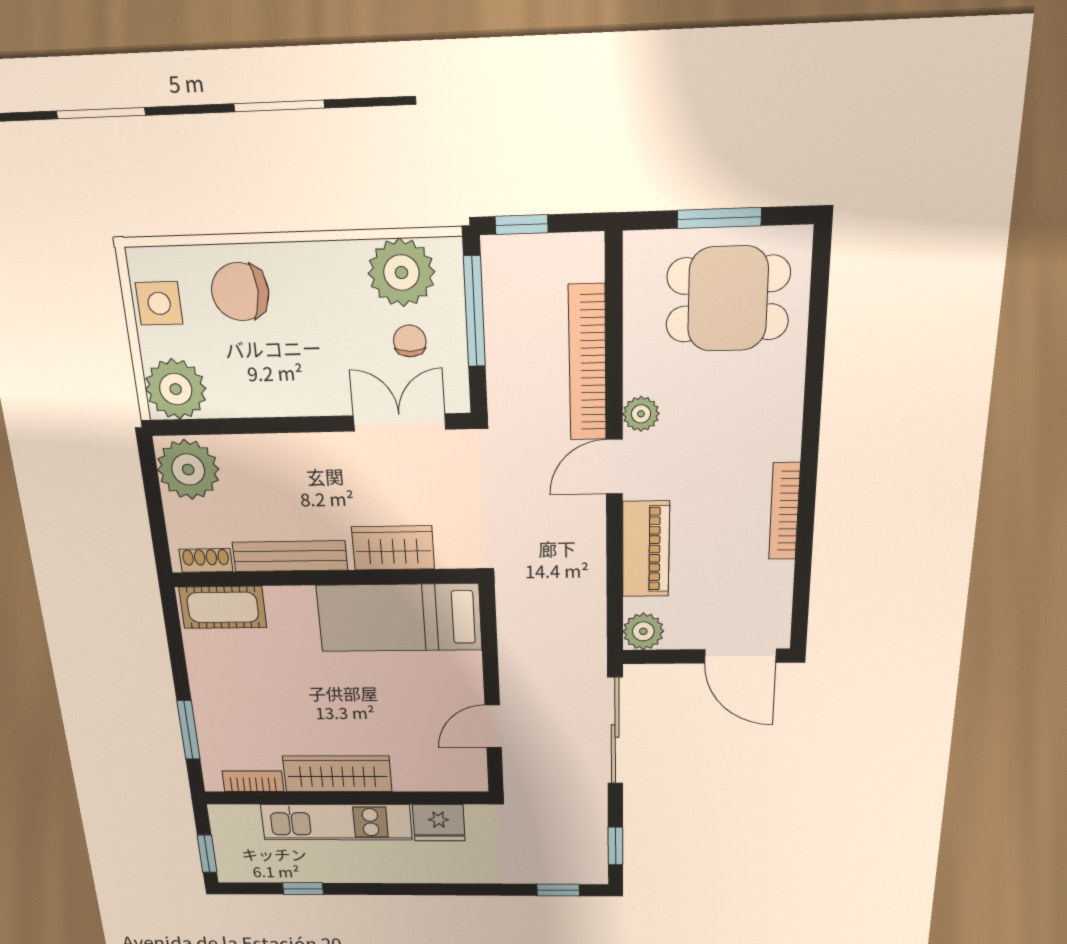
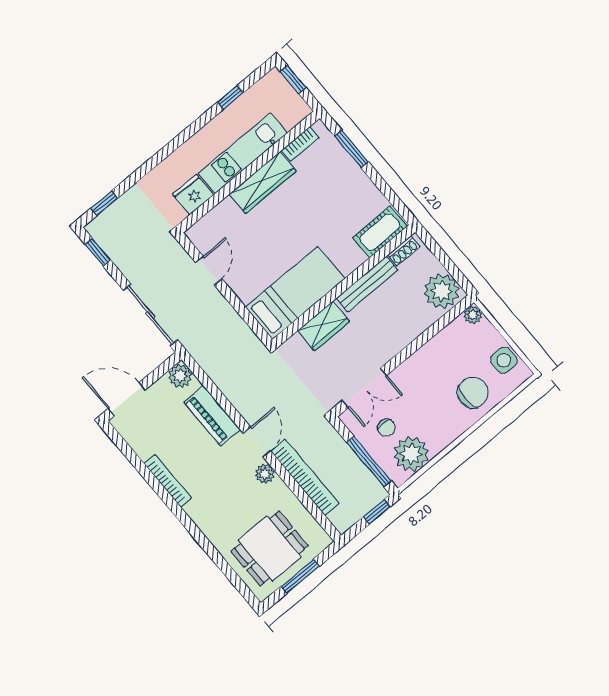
plant: (176, 389) -> (473, 315), width x0.53, depth x0.53

